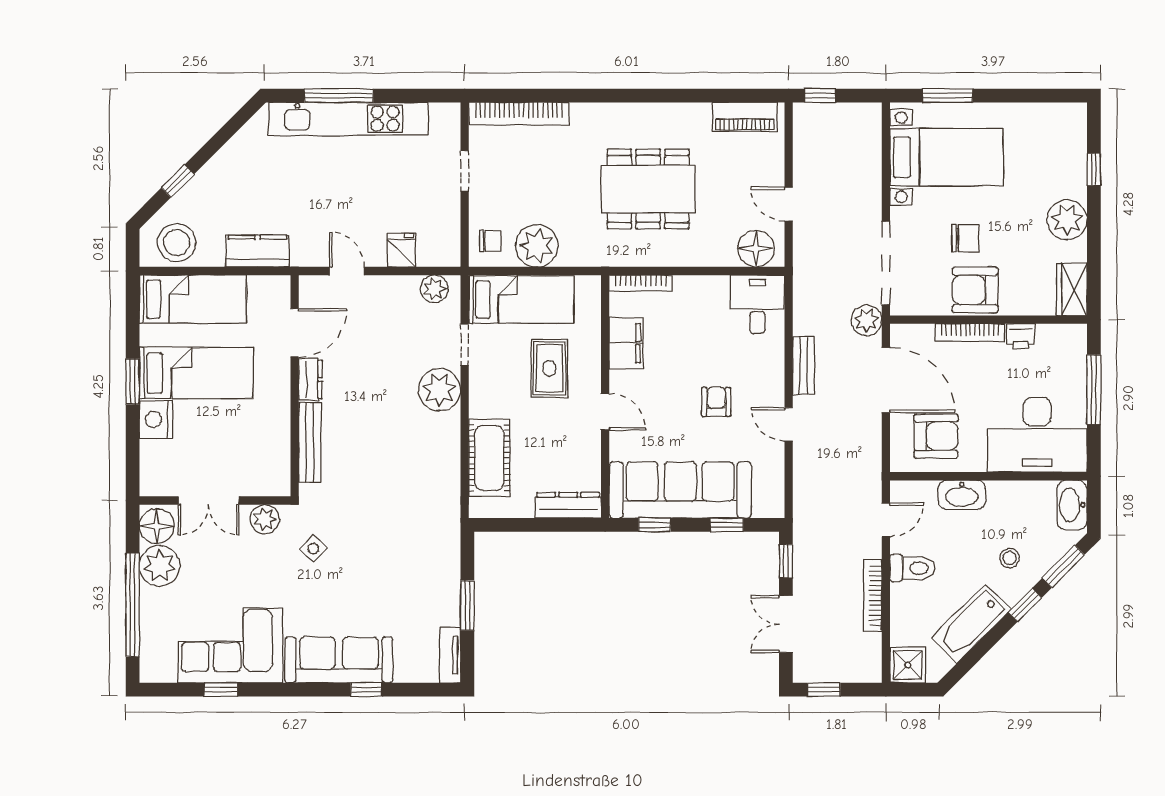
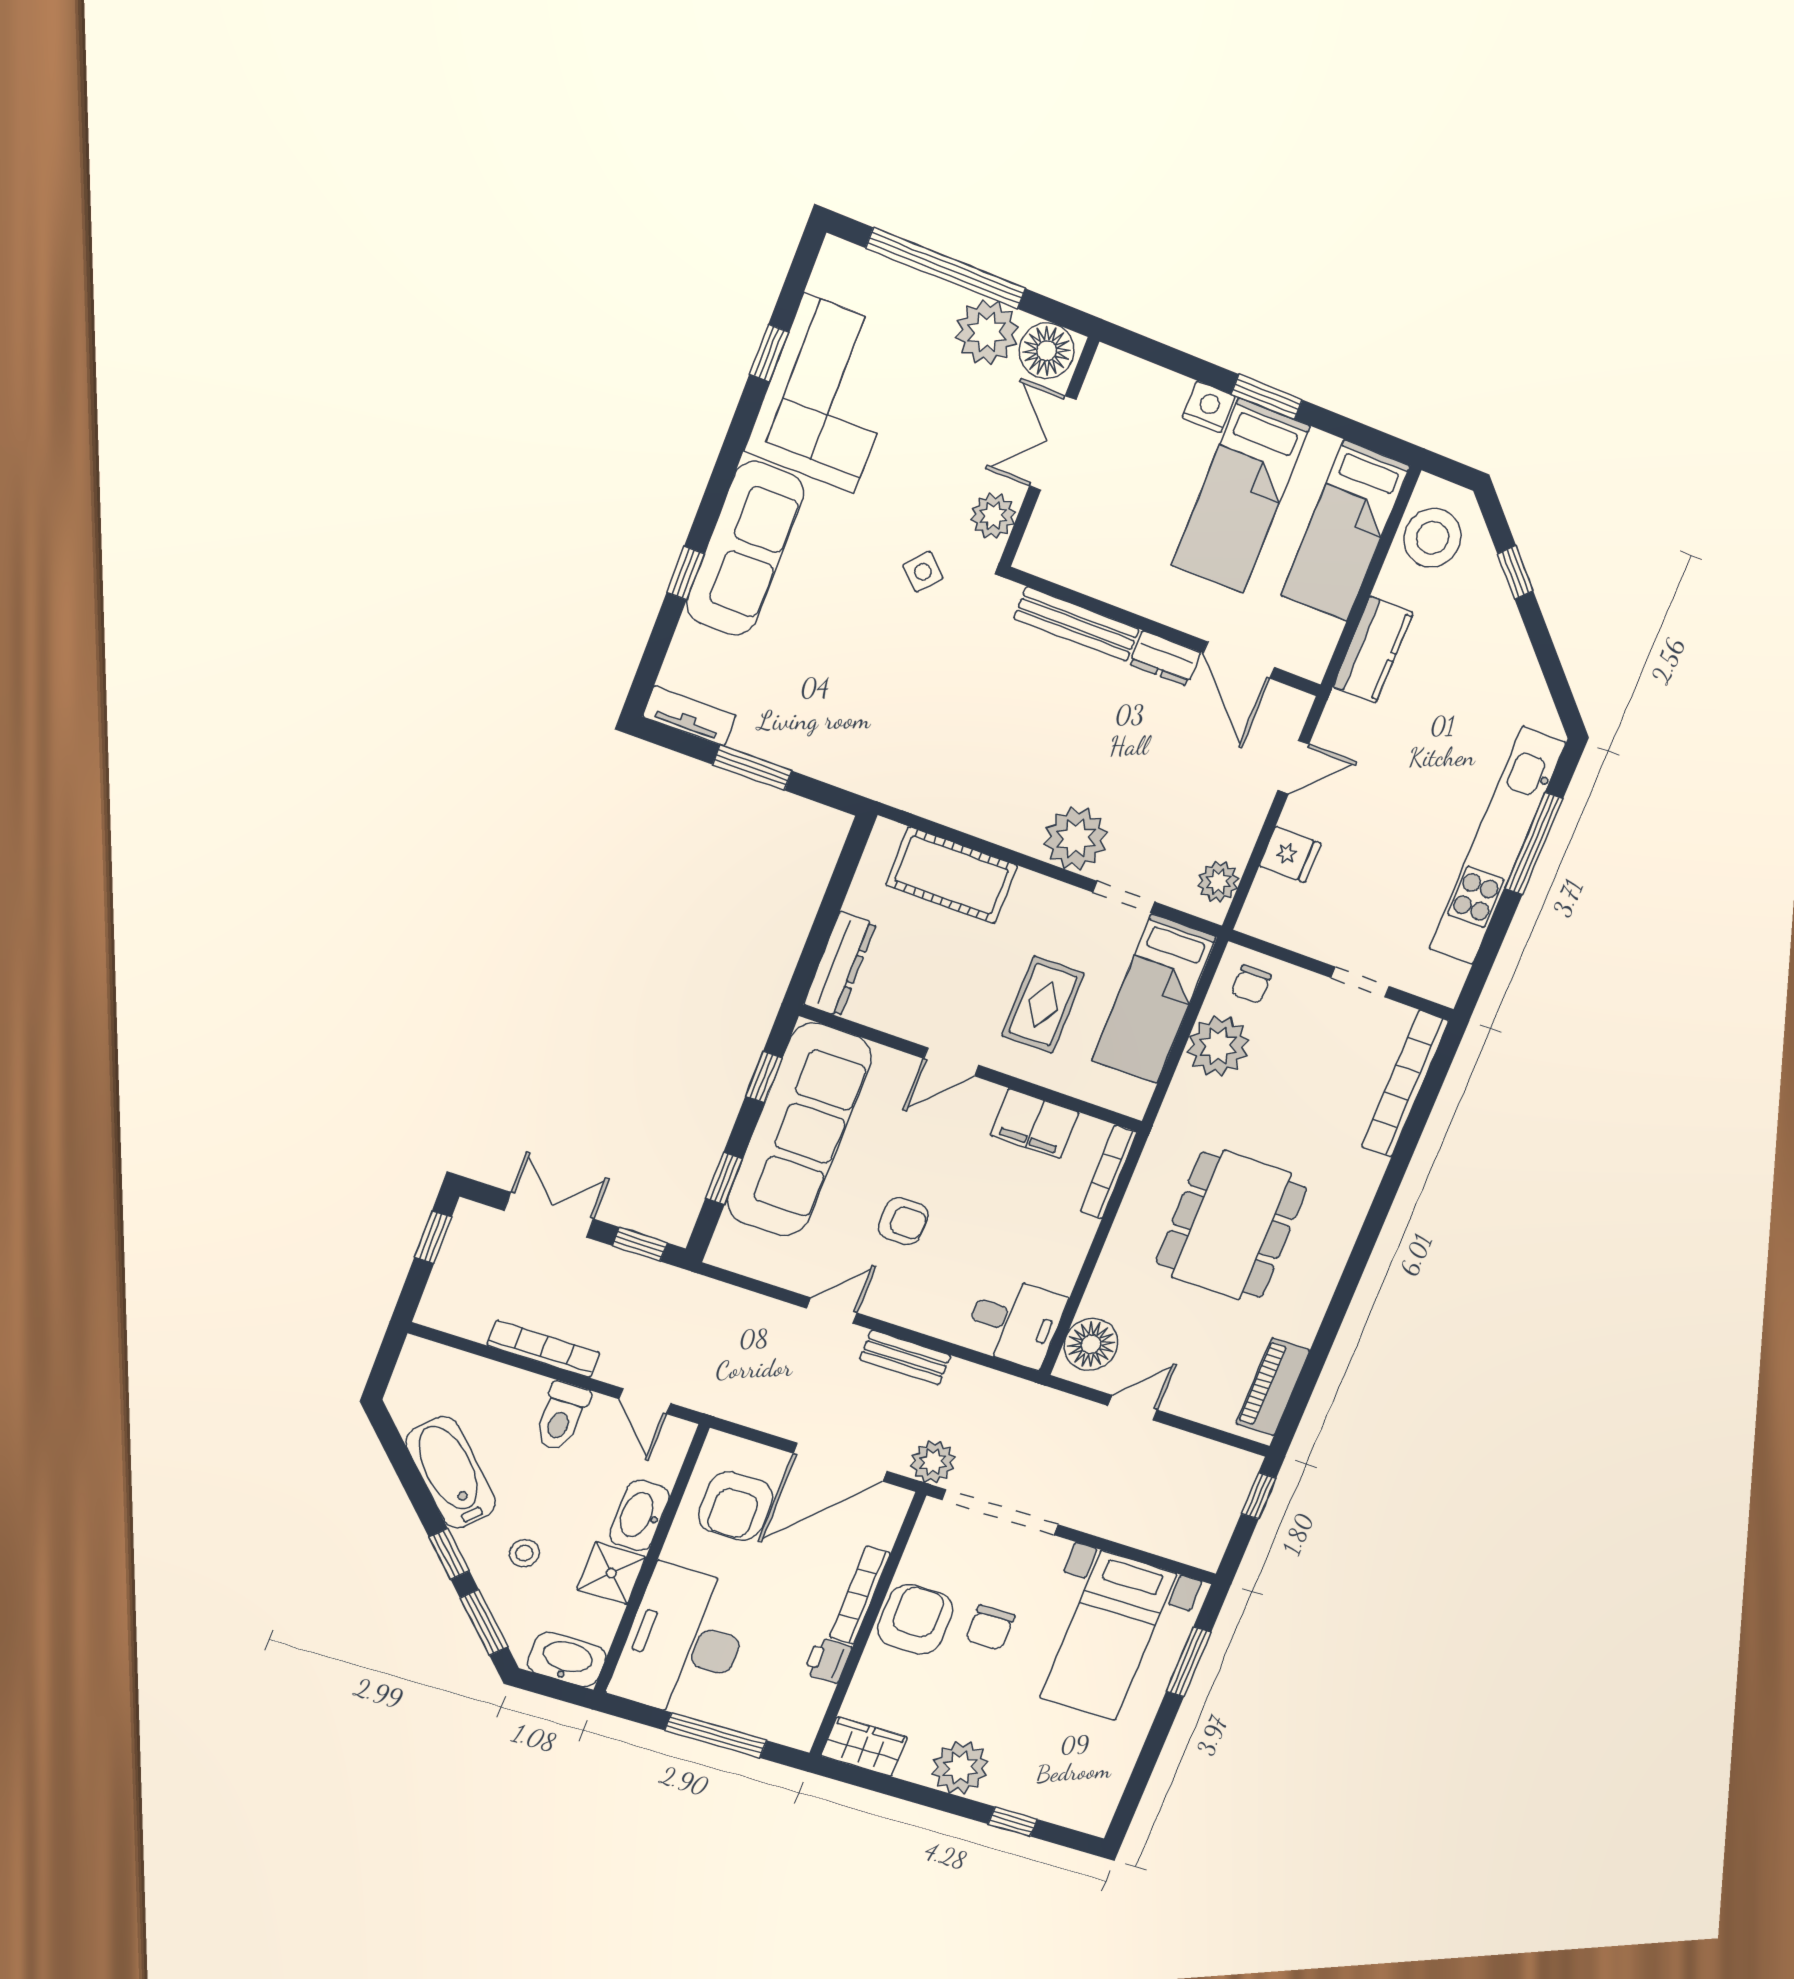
rug: (549, 368) -> (1043, 1005), turned 90
nightstand: (156, 419) -> (1209, 407), width x0.74, depth x0.75
shower: (908, 665) -> (611, 1573), moved

